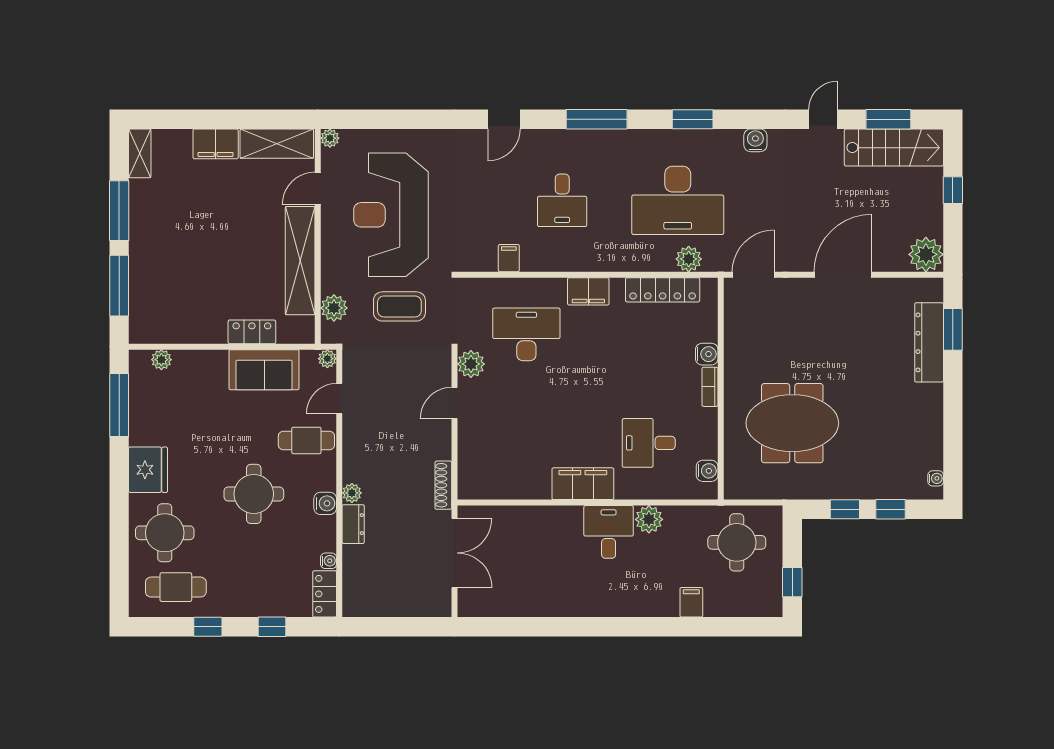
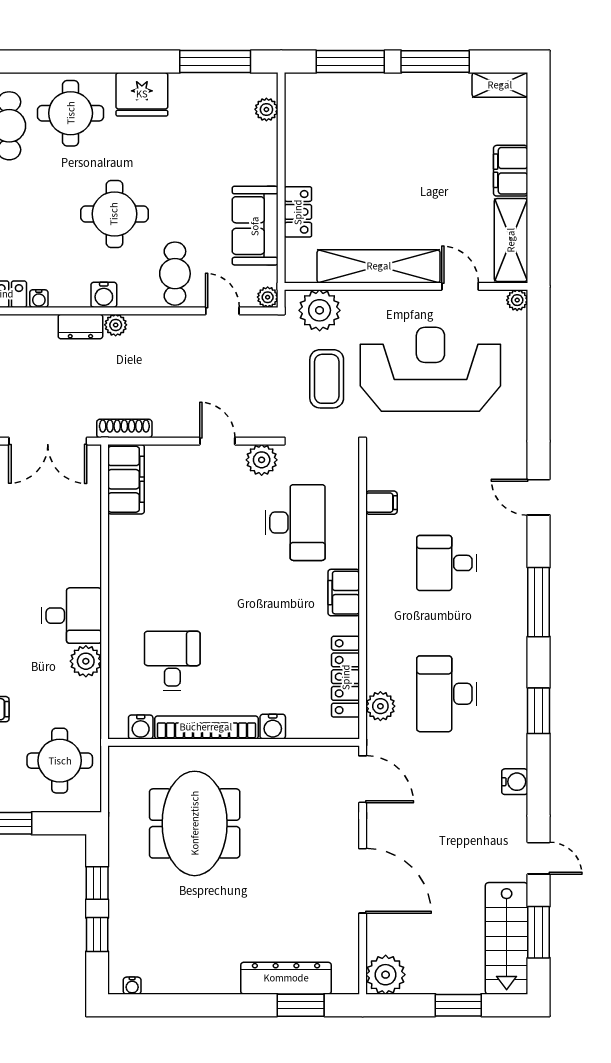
window: (953, 190) -> (458, 1005), width x1.50
desk: (678, 200) -> (447, 694), width x0.73, depth x0.77
plant: (334, 308) -> (320, 310), width x1.36, depth x1.36
bookcase: (710, 387) -> (206, 727), width x2.31, depth x1.31
filing cabinet: (583, 484) -> (126, 479), moved

